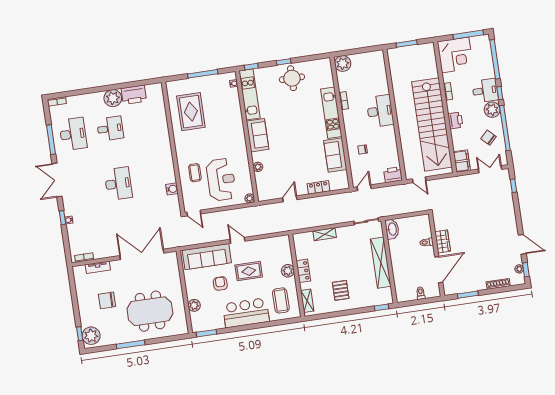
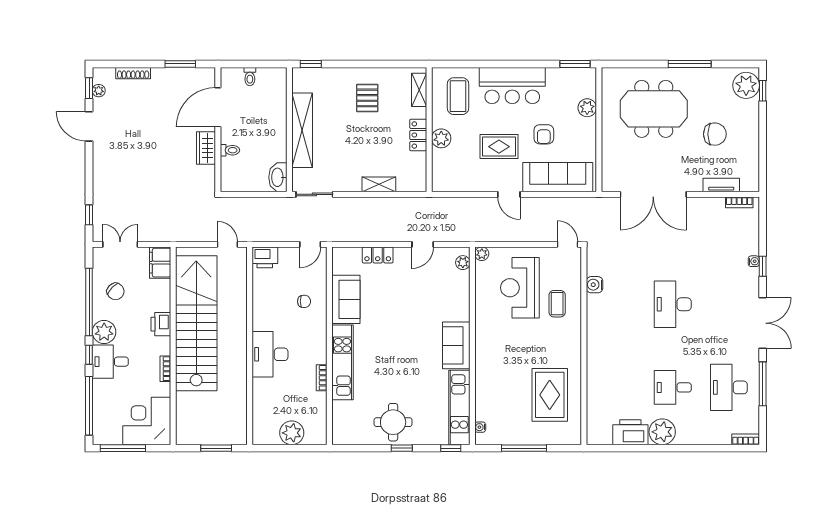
plant: (343, 63) -> (292, 433), moved
plant: (258, 167) -> (463, 263), moved
double door: (490, 169) -> (120, 244), swing flipped

